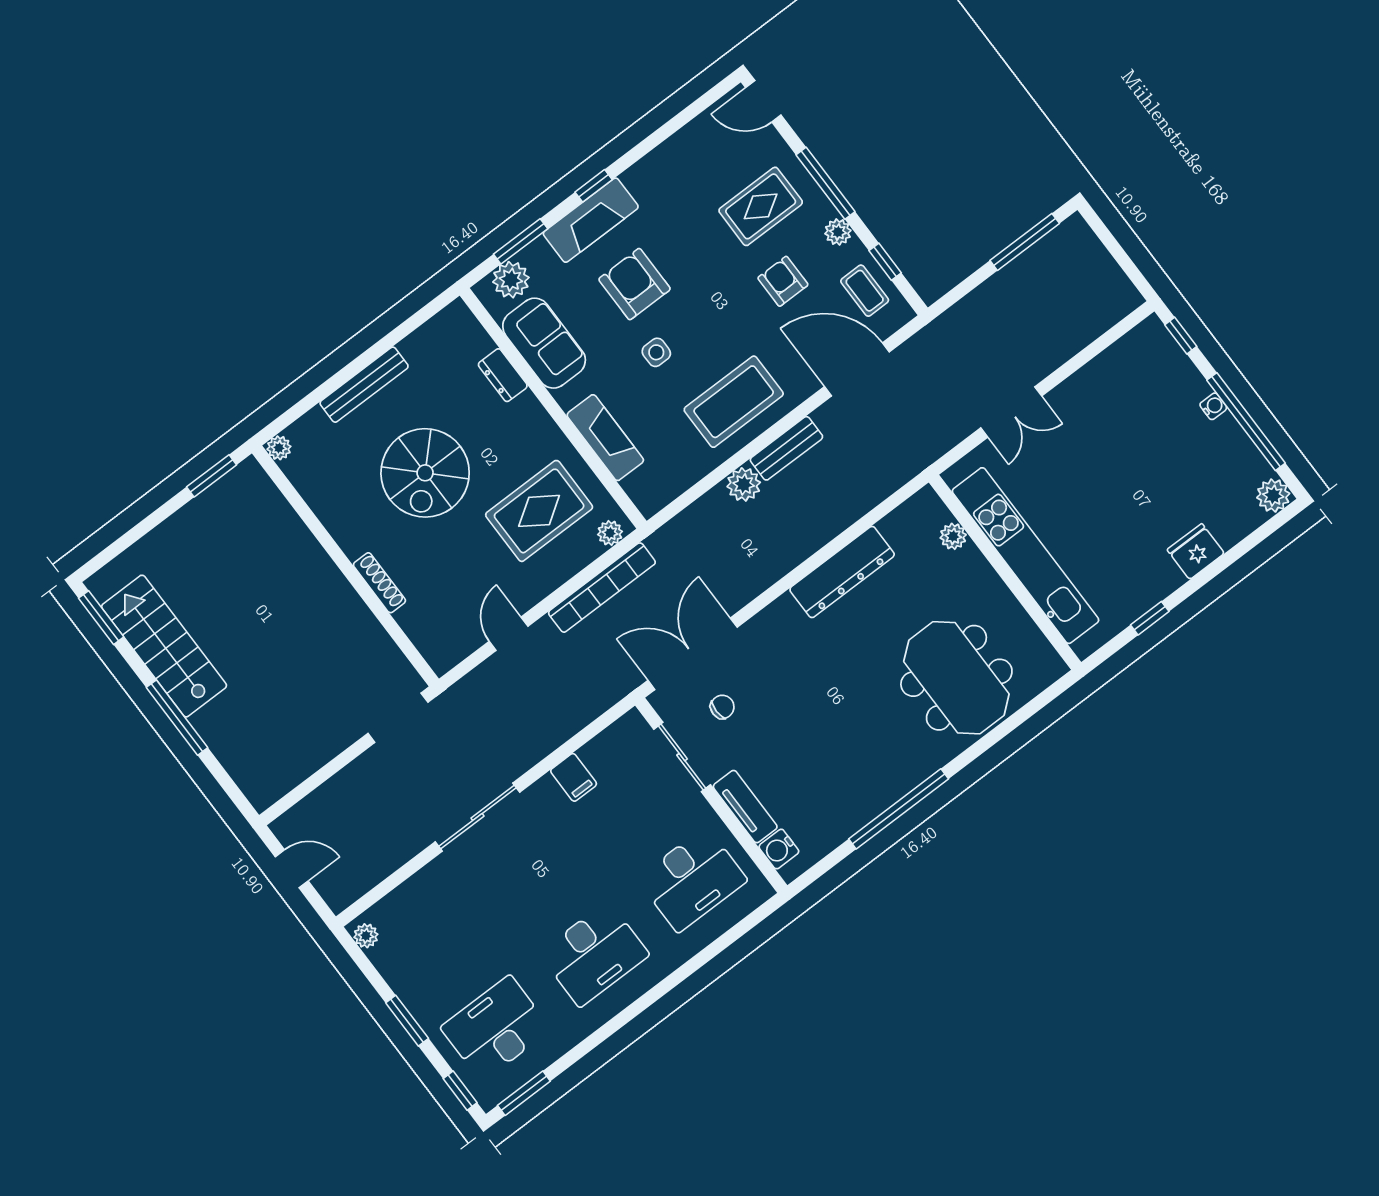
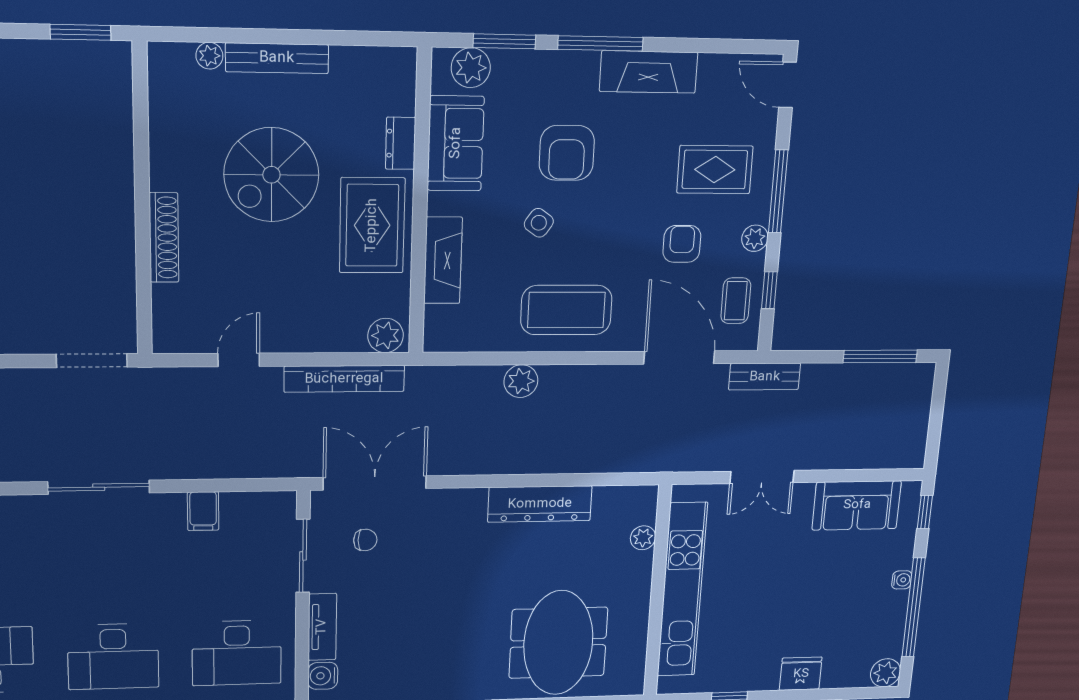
window: (594, 186) -> (600, 43), width x2.17
fireplace: (591, 220) -> (649, 72), moved
armchair: (634, 284) -> (567, 153), turned 180
side table: (656, 352) -> (539, 223), turned 35
sofa: (1115, 375) -> (857, 505), added
plant: (279, 448) -> (209, 56), moved
bench: (786, 448) -> (765, 377), moved
rug: (539, 511) -> (372, 225), moved, turned 90
plant: (610, 533) -> (386, 335), width x1.38, depth x1.38
shoe rack: (379, 583) -> (164, 238), width x1.36, depth x1.24

